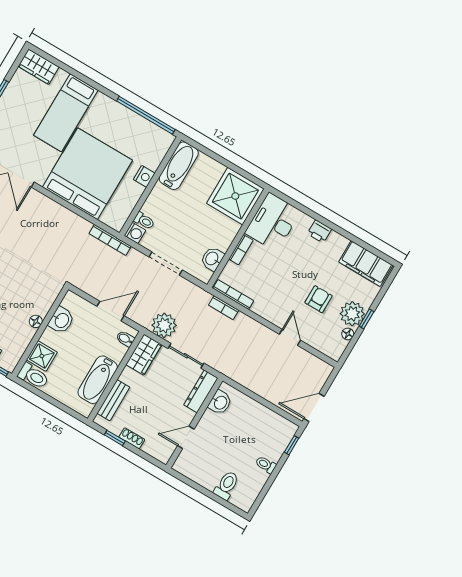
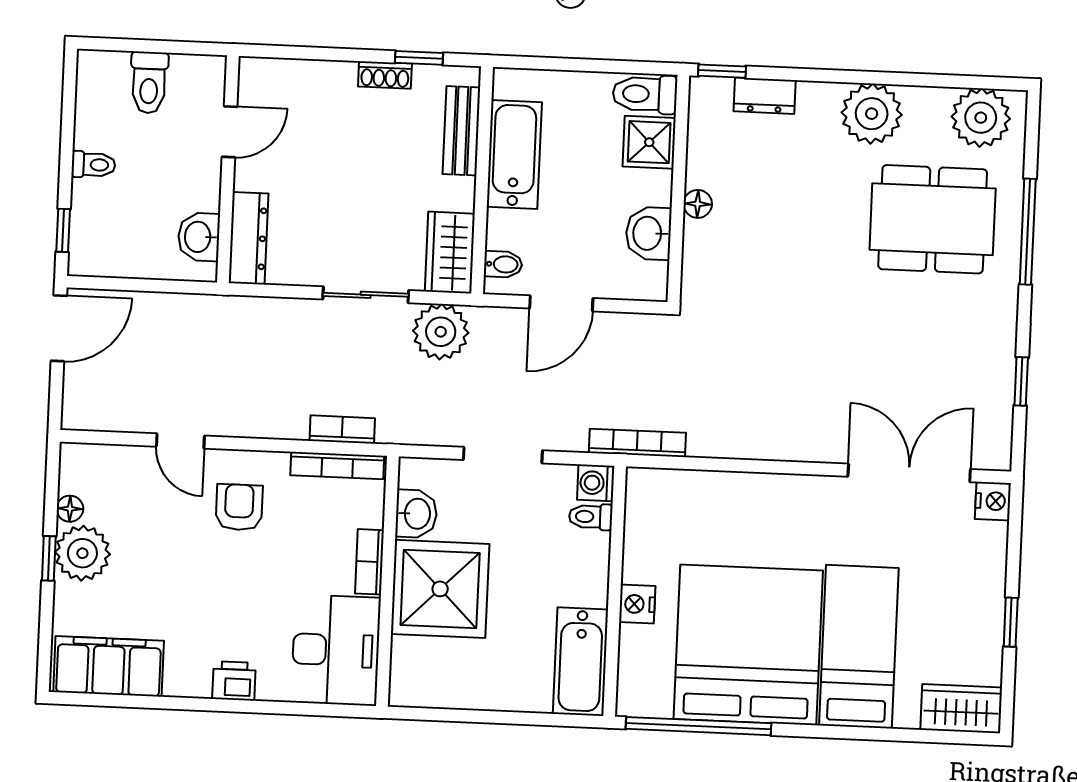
bed: (87, 174) -> (748, 645), moved, turned 180
shower: (235, 196) -> (440, 589), moved
armchair: (319, 299) -> (239, 507), moved, turned 180
dresser: (201, 391) -> (248, 238), moved
washbasin: (220, 402) -> (199, 237), moved
wall: (194, 423) -> (228, 169), moved
door: (186, 437) -> (229, 132), moved

